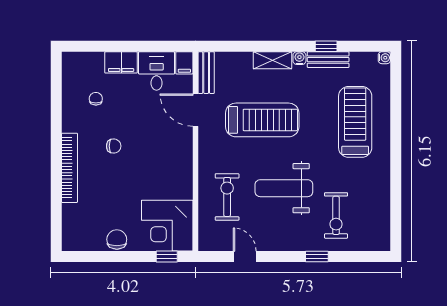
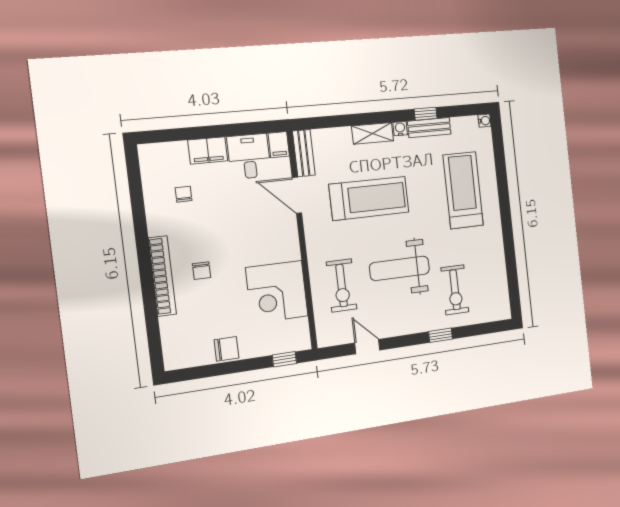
chair: (114, 146) -> (202, 271), moved, turned 90
exercise bike: (227, 197) -> (342, 286), turned 180
corner desk: (167, 226) -> (277, 292), moved
chair: (117, 239) -> (226, 349), turned 90

